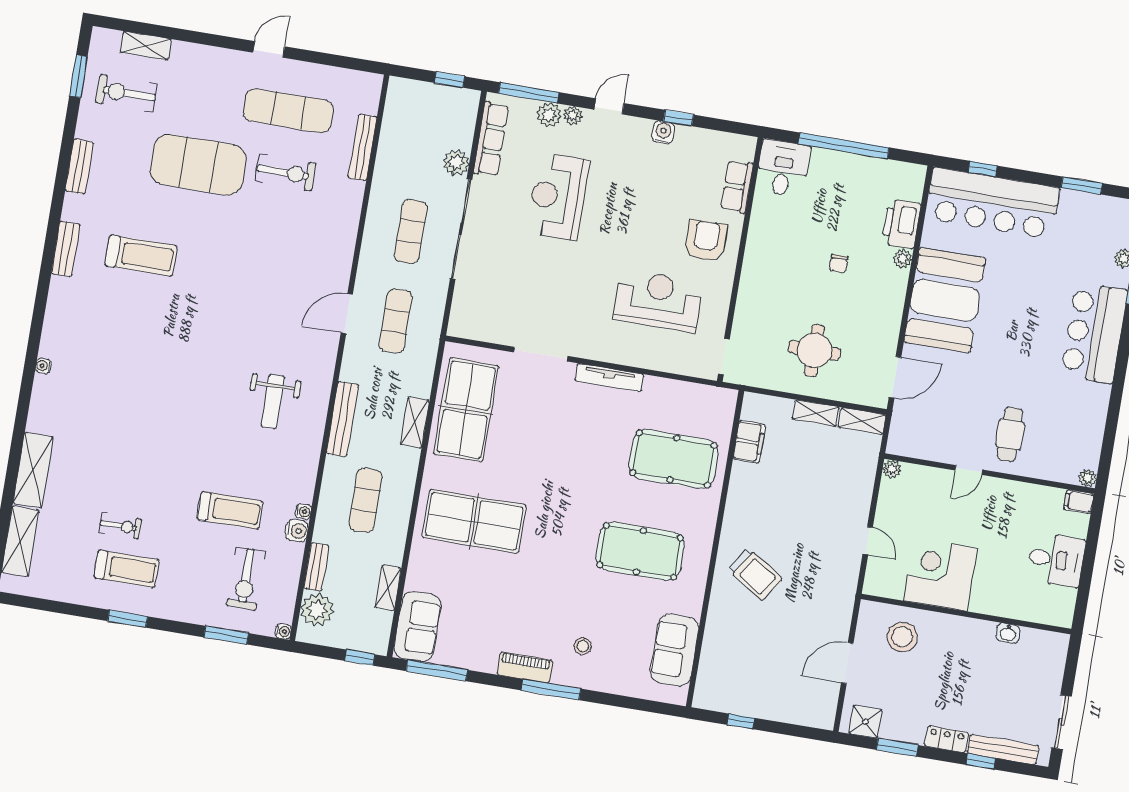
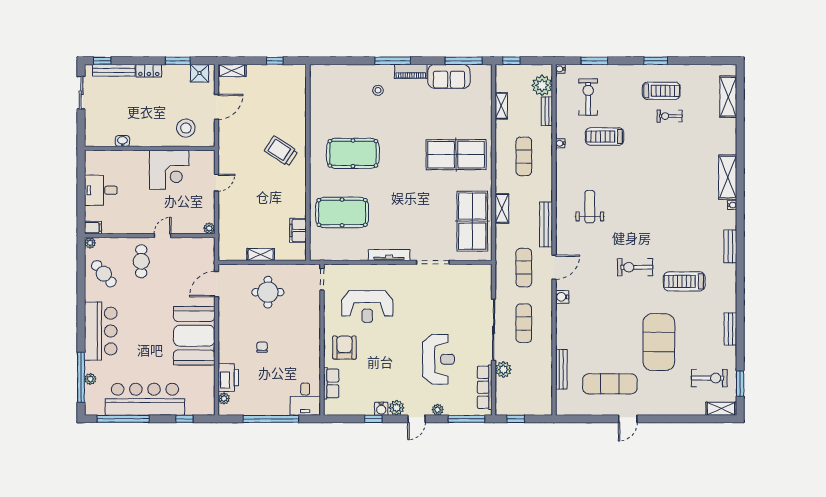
shelving: (146, 46) -> (721, 409), moved
plant: (549, 115) -> (397, 408), moved
exercise mat: (198, 165) -> (659, 342), turned 90
exercise bike: (285, 172) -> (635, 267), moved
window: (1082, 185) -> (123, 419), width x2.11
bar counter: (992, 203) -> (145, 399), moved
armchair: (706, 241) -> (344, 348), turned 180
bench: (66, 249) -> (730, 246), moved
plant: (903, 259) -> (224, 399), moved
bench: (342, 419) -> (546, 225), moved
shelving: (862, 421) -> (232, 71), moved
cafe table: (1074, 424) -> (104, 274), added
shelving: (33, 470) -> (728, 177), moved
water cooler: (297, 531) -> (562, 297), moved
door: (868, 541) -> (216, 183), swing flipped
treadmill: (127, 569) -> (661, 91), turned 180
sofa: (417, 627) -> (449, 76), moved, turned -90
sofa: (675, 650) -> (322, 97), removed
window: (981, 761) -> (102, 61), moved

